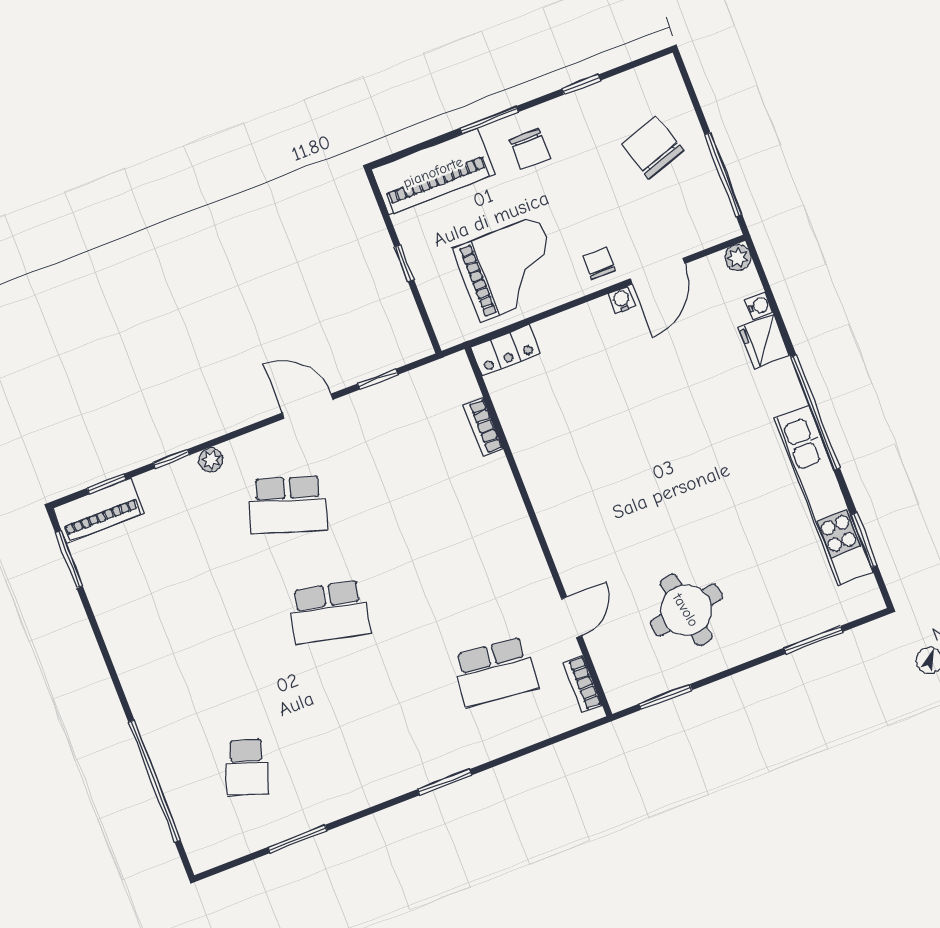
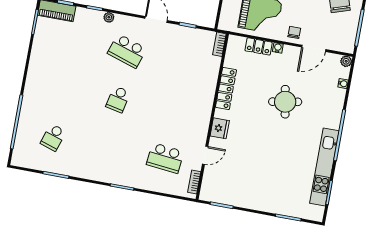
water cooler: (622, 300) -> (278, 48), moved
fridge: (764, 341) -> (220, 128), moved, turned 180
locker: (506, 350) -> (259, 46), moved
bookcase: (483, 427) -> (219, 44), moved
locker: (531, 459) -> (226, 89), added
round table: (686, 610) -> (285, 102), moved
school desk: (329, 612) -> (118, 99), width x0.54

